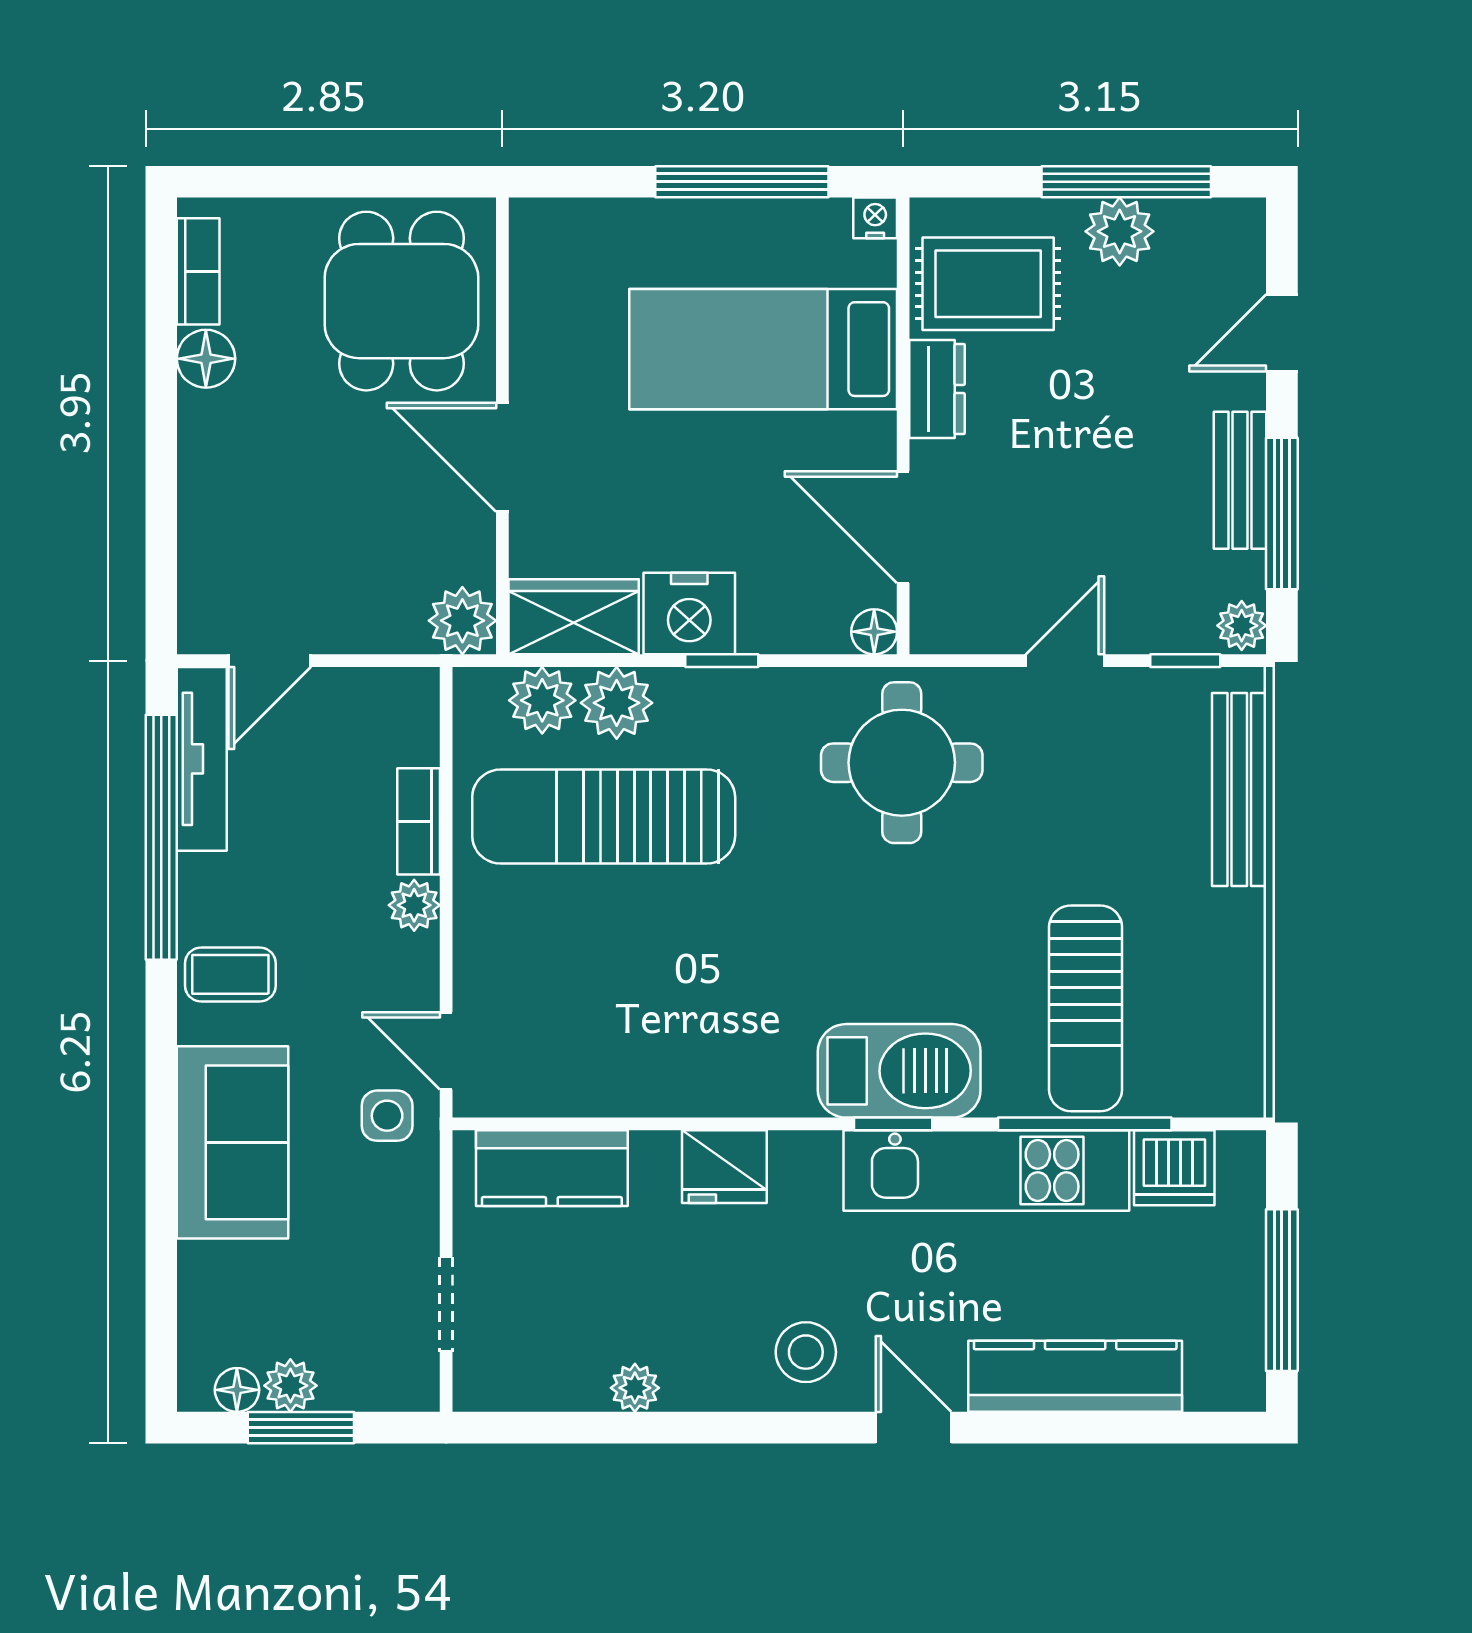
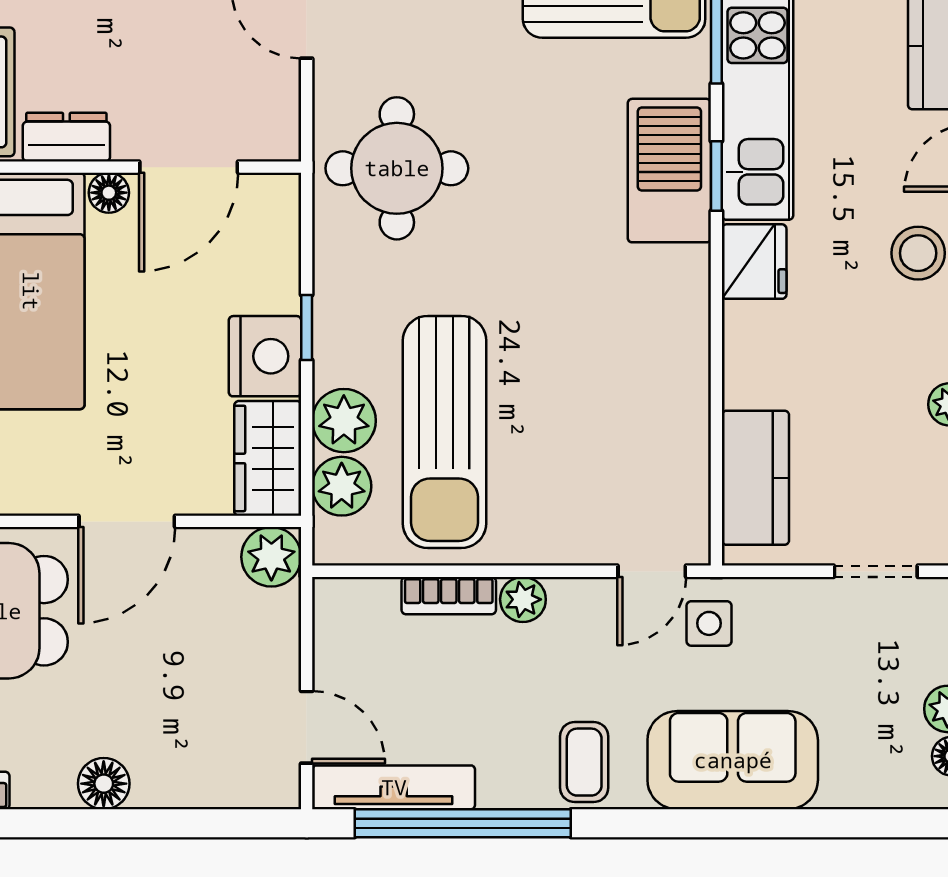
floor lamp: (206, 359) -> (104, 784), moved
floor lamp: (874, 632) -> (109, 193), moved
fridge: (724, 1167) -> (754, 262), moved

